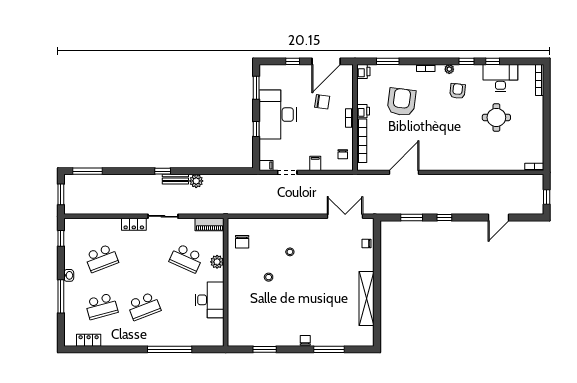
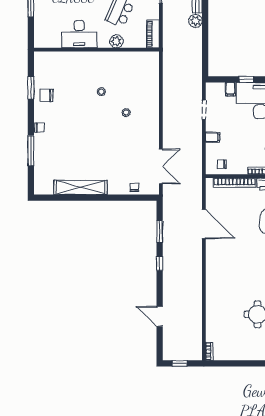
filing cabinet: (266, 165) -> (230, 89), moved
chair: (242, 242) -> (46, 95), moved

